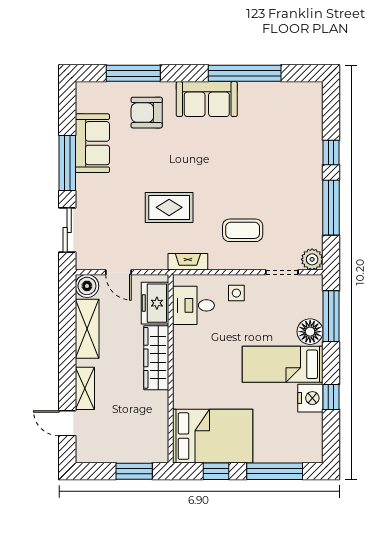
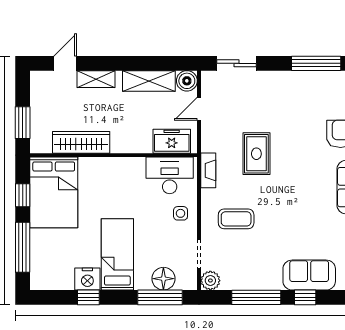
sofa: (92, 143) -> (309, 275), moved, turned 180
window: (67, 163) -> (316, 63), moved
coffee table: (243, 230) -> (236, 219), turned 90
desk: (194, 305) -> (170, 175), width x1.37
floor lamp: (310, 332) -> (163, 279), moved
wardrobe: (156, 358) -> (81, 142), moved

